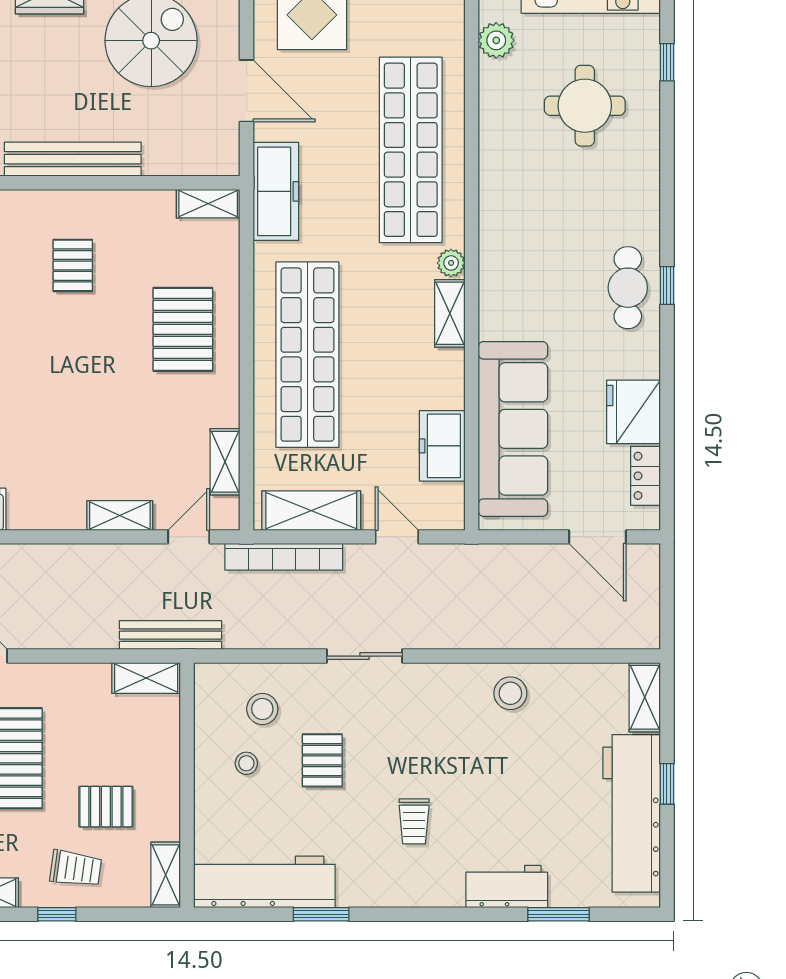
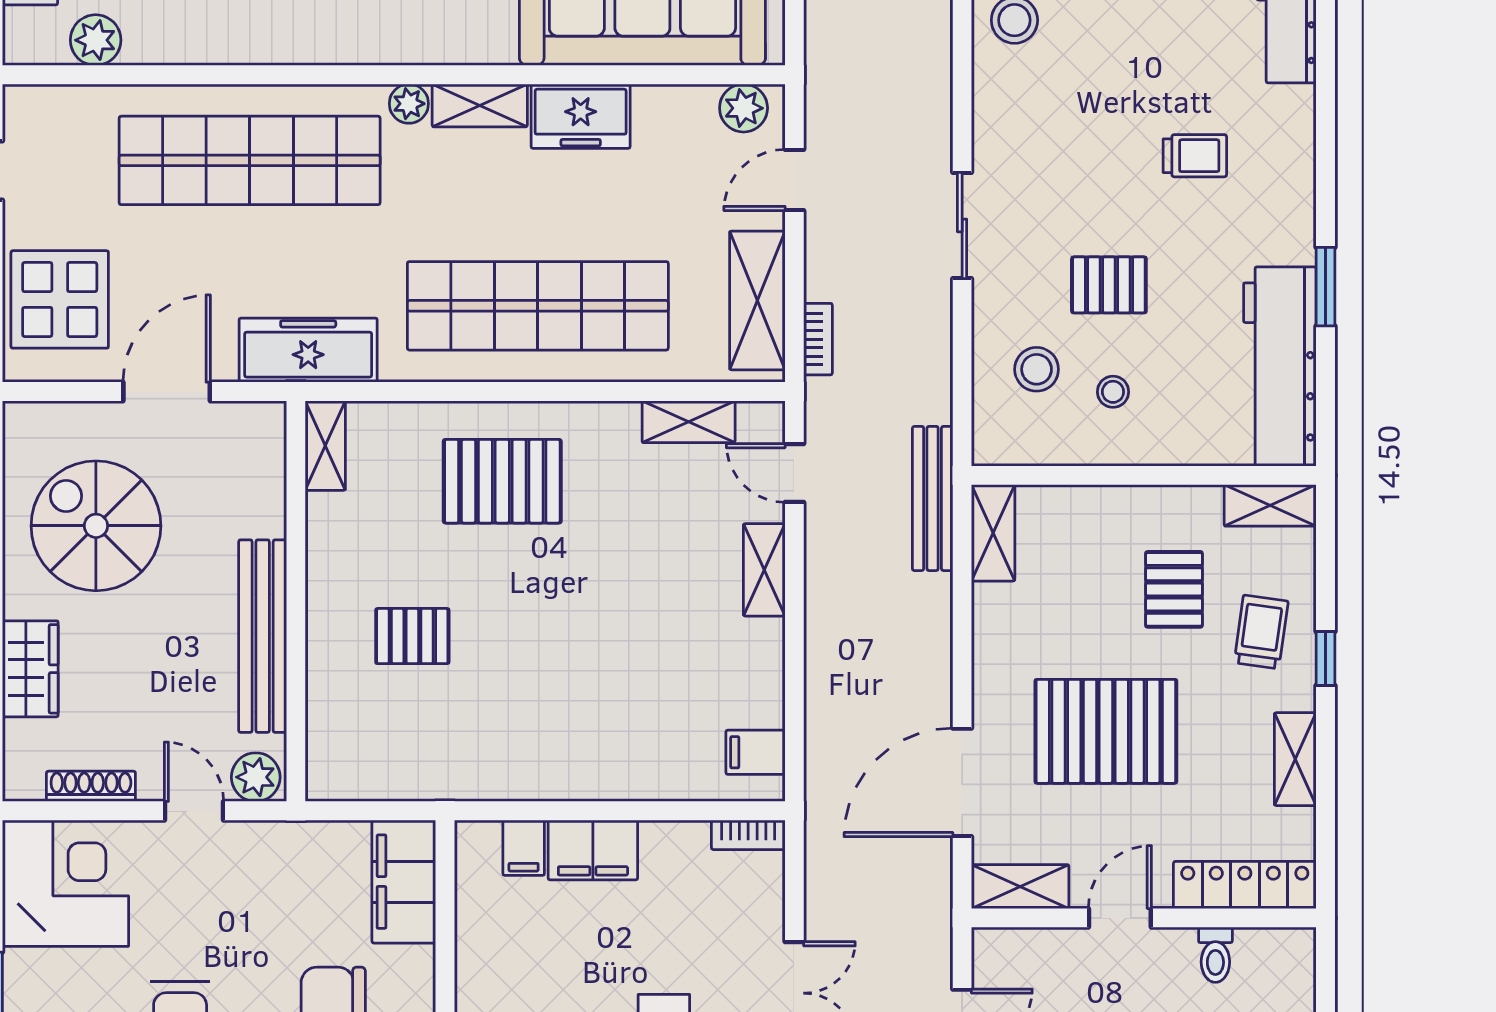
freezer: (442, 446) -> (581, 116), moved
plant: (448, 501) -> (744, 108), added
bookcase: (284, 557) -> (818, 339), width x0.43, depth x0.76

